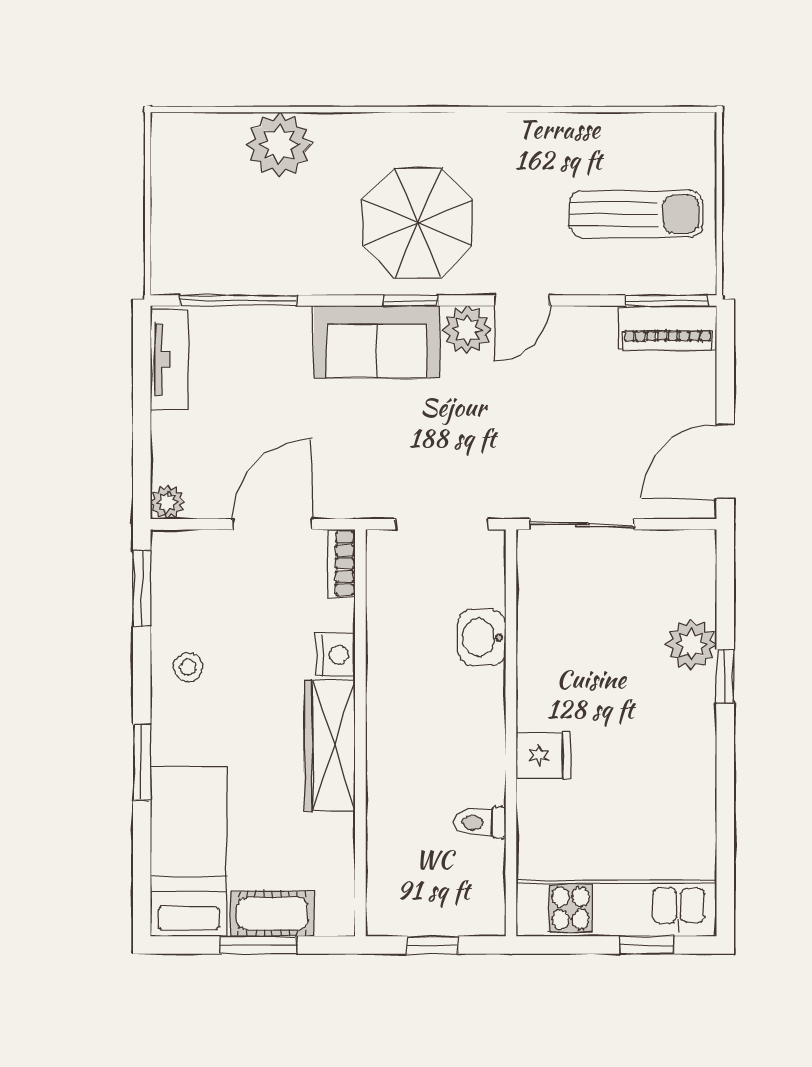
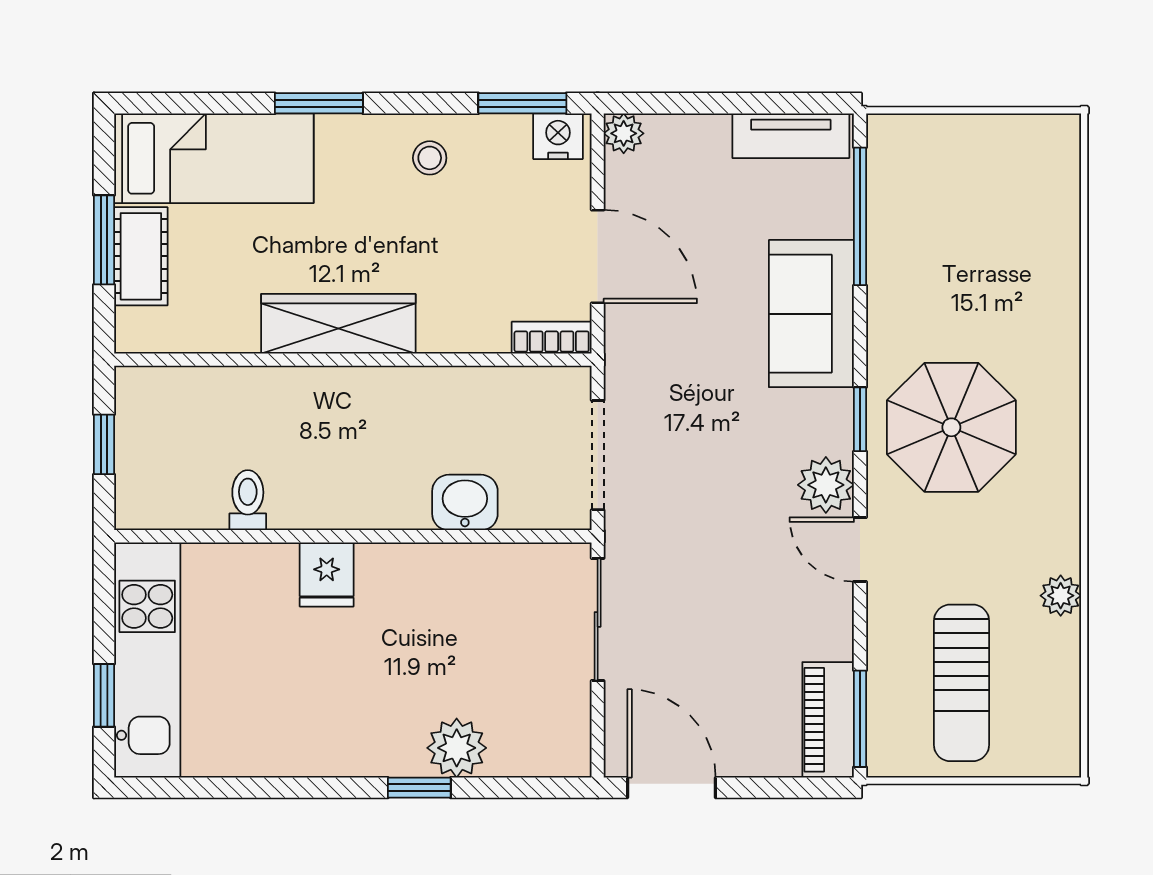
plant: (279, 145) -> (1061, 596), moved, width x0.53, depth x0.53
sofa: (377, 342) -> (811, 314), moved
nightstand: (336, 655) -> (558, 136), moved, turned 180

